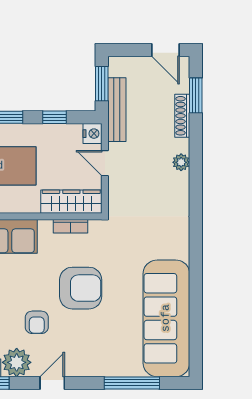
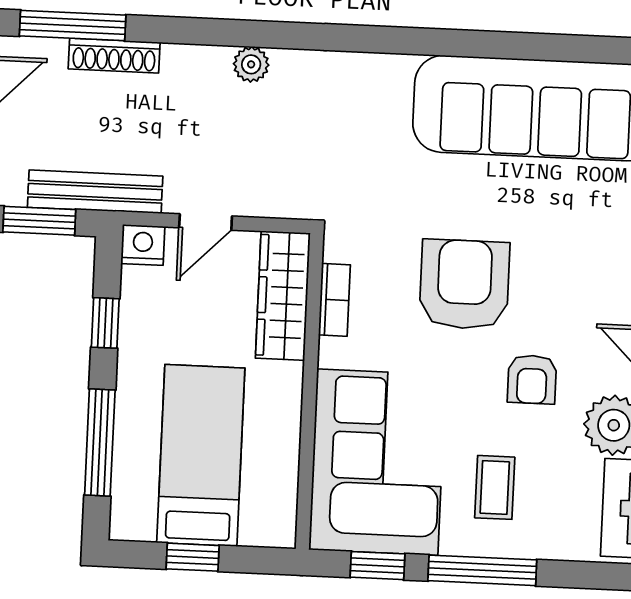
window: (196, 95) -> (73, 26), width x1.44
plant: (181, 162) -> (251, 64), moved
armchair: (37, 322) -> (532, 379), turned 90

